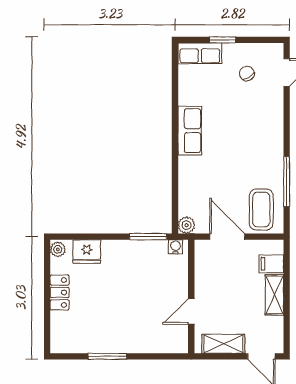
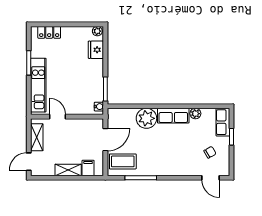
plant: (186, 96) -> (195, 114), added
plant: (186, 225) -> (146, 118), moved, width x1.88, depth x1.88
locker: (60, 292) -> (49, 32), moved
kitchen unit: (142, 341) -> (38, 85), added

